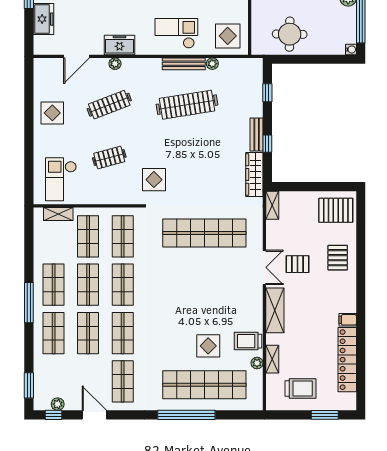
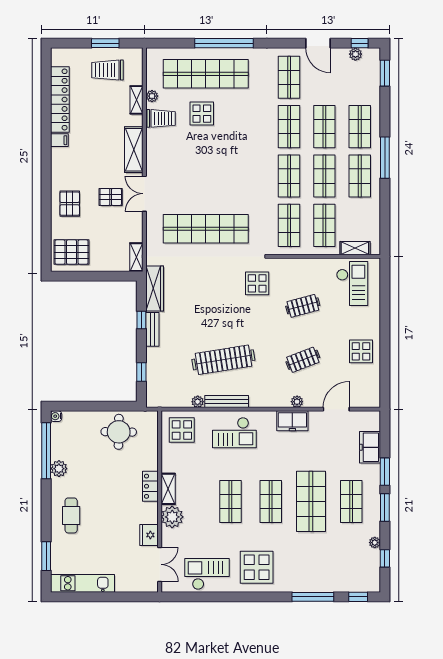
clothes rail: (109, 105) -> (303, 360), width x0.73
window: (325, 415) -> (105, 43), moved

